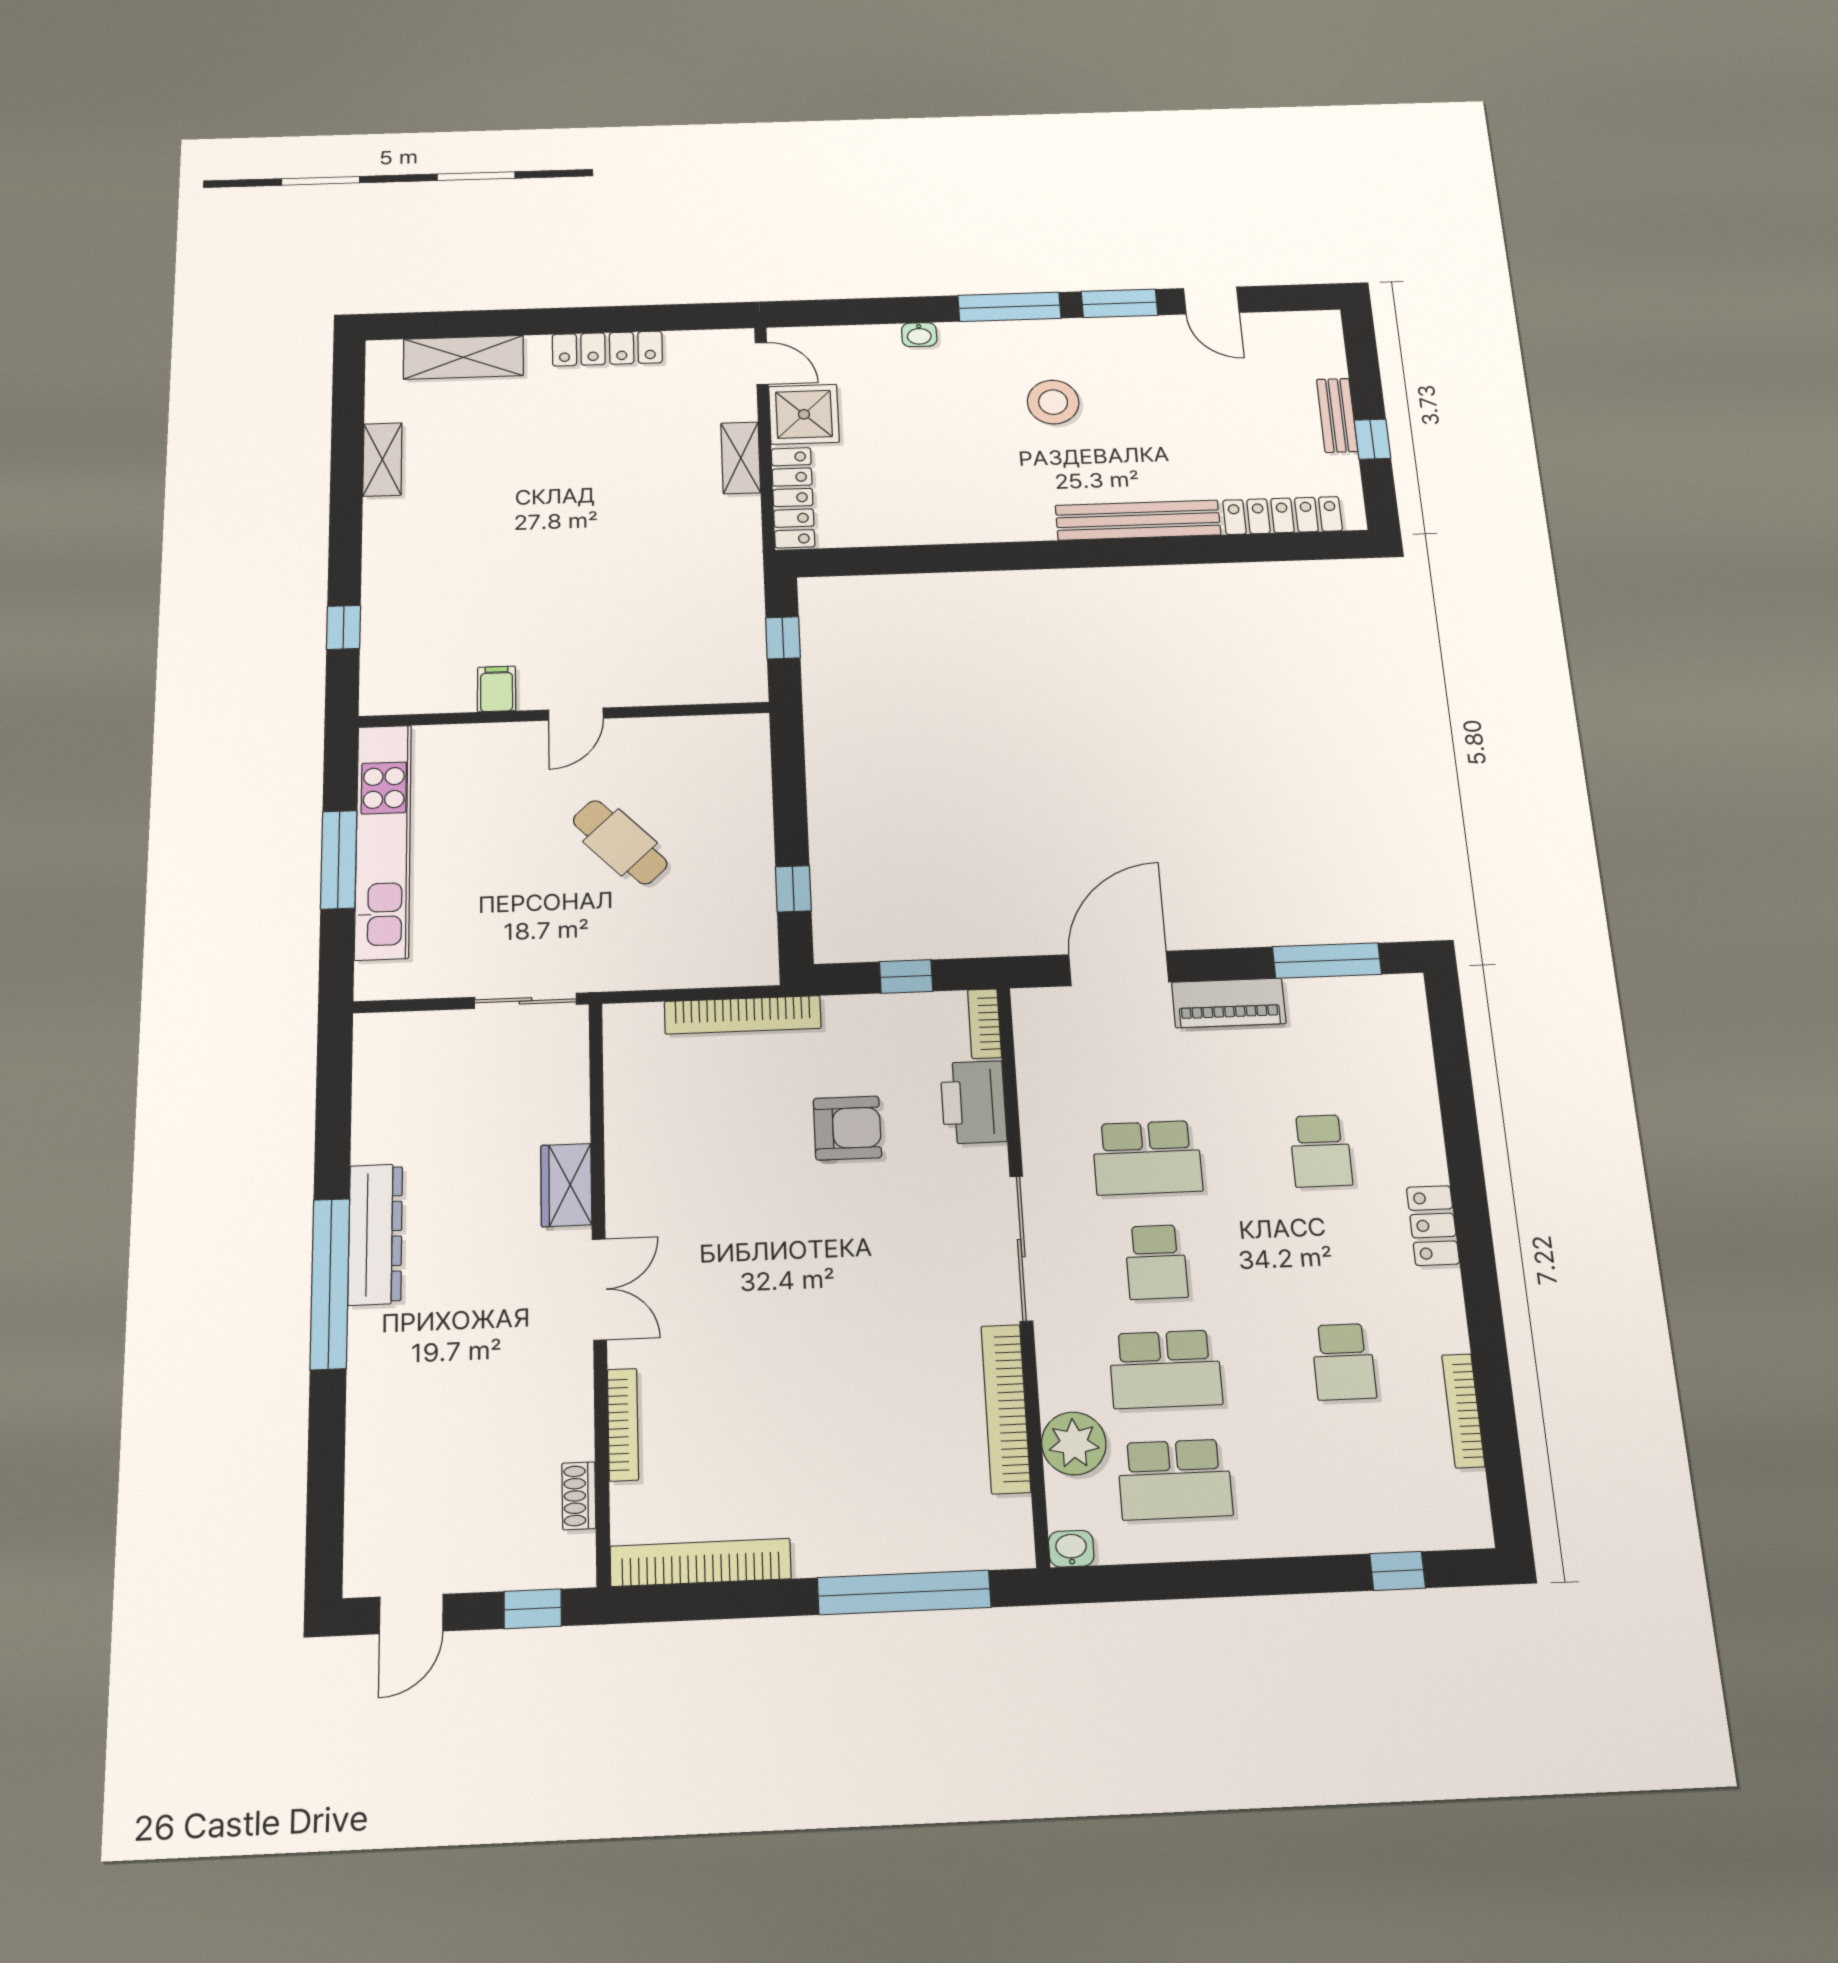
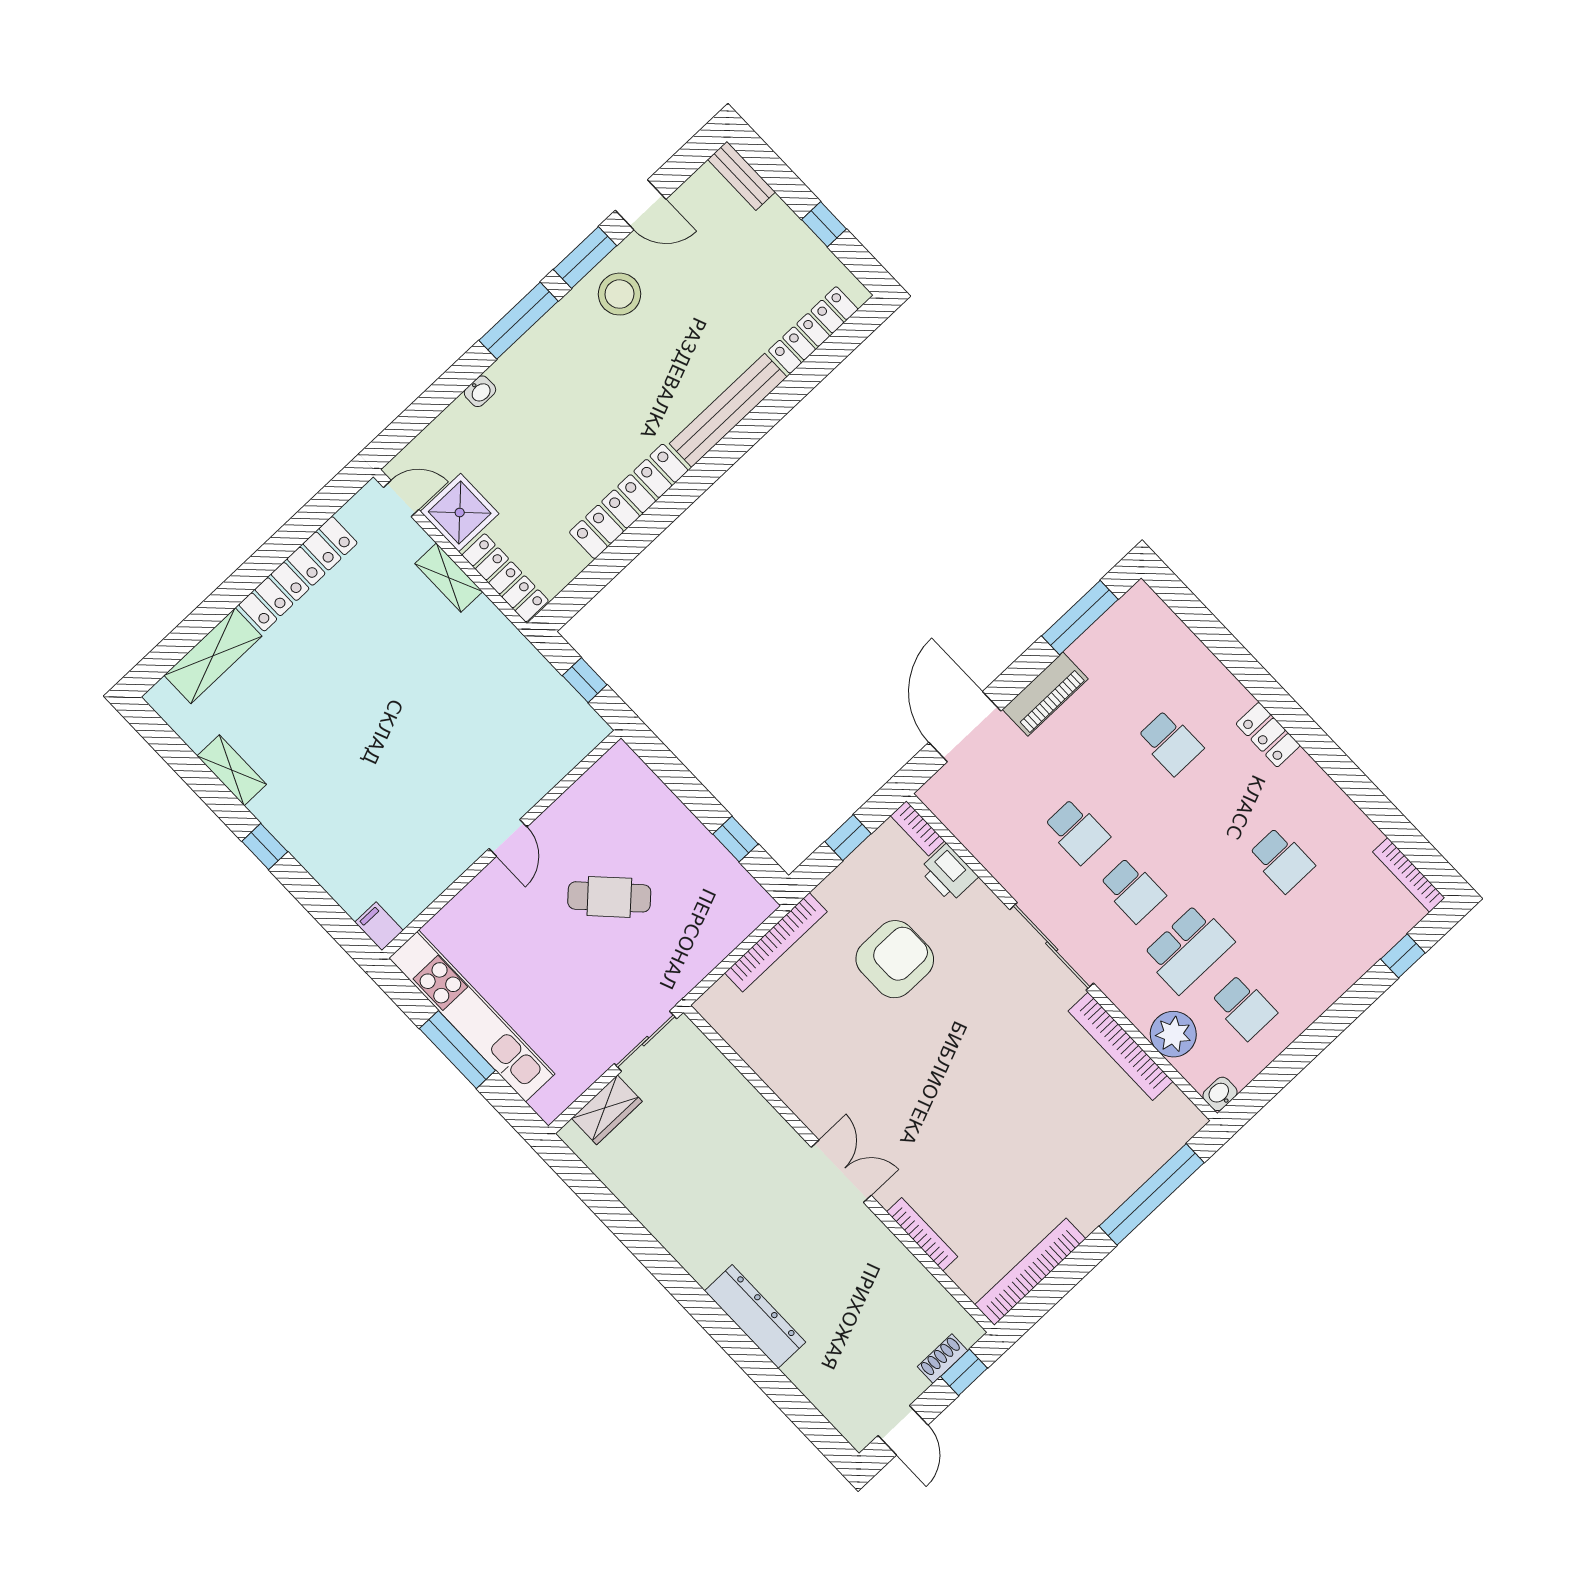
locker: (607, 349) -> (298, 574), width x1.41, depth x1.21
stool: (1053, 402) -> (619, 294), moved
bench: (1337, 415) -> (741, 176), moved
locker: (971, 523) -> (629, 501), added
window: (344, 627) -> (265, 846), moved
filing cabinet: (497, 689) -> (379, 926), moved
printer: (973, 1102) -> (949, 873), width x0.73, depth x0.84
armchair: (847, 1128) -> (895, 959), width x1.36, depth x1.36
school desk: (1147, 1158) -> (1077, 831), width x0.54
wardrobe: (566, 1185) -> (607, 1110), moved, turned -90
dresser: (375, 1234) -> (755, 1316), moved
window: (330, 1284) -> (691, 1296), removed
bookcase: (1463, 1411) -> (1409, 875), moved
school desk: (1175, 1479) -> (1244, 1007), width x0.54
shoe rack: (579, 1496) -> (942, 1359), moved, turned 90

